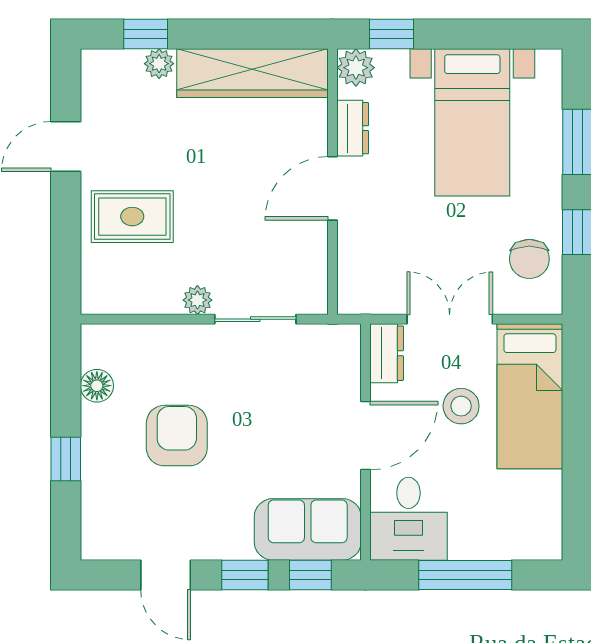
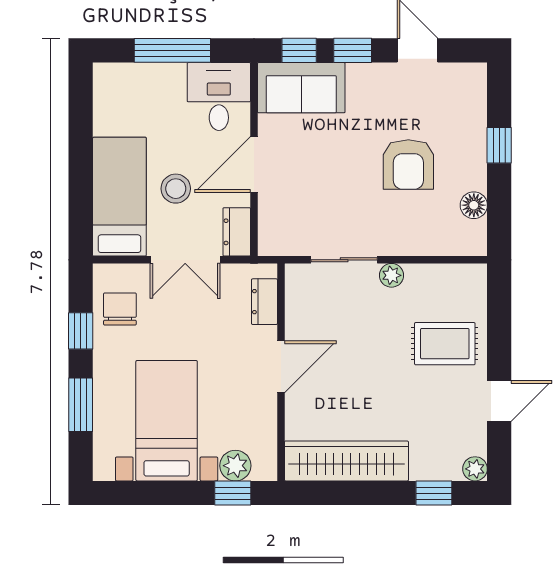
plant: (159, 64) -> (475, 469), moved
plant: (356, 68) -> (235, 466), moved
dresser: (353, 128) -> (264, 302), moved

